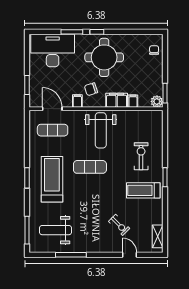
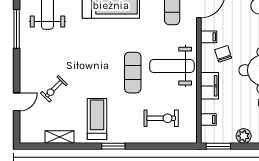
filing cabinet: (133, 101) -> (208, 120), moved
plant: (157, 101) -> (244, 136), moved
exercise bike: (141, 156) -> (161, 118), moved
exercise mat: (90, 167) -> (133, 73), moved
shelving: (158, 236) -> (60, 137), moved

